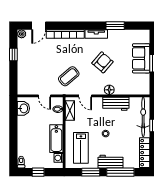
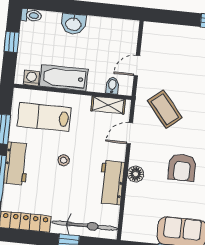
armchair: (102, 62) -> (182, 168), turned 49
washbasin: (23, 108) -> (73, 24), moved

